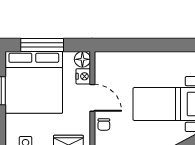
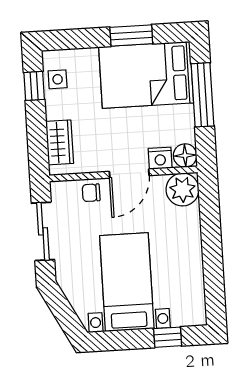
plant: (105, 62) -> (182, 190), added
bed: (34, 82) -> (146, 75), width x0.73

